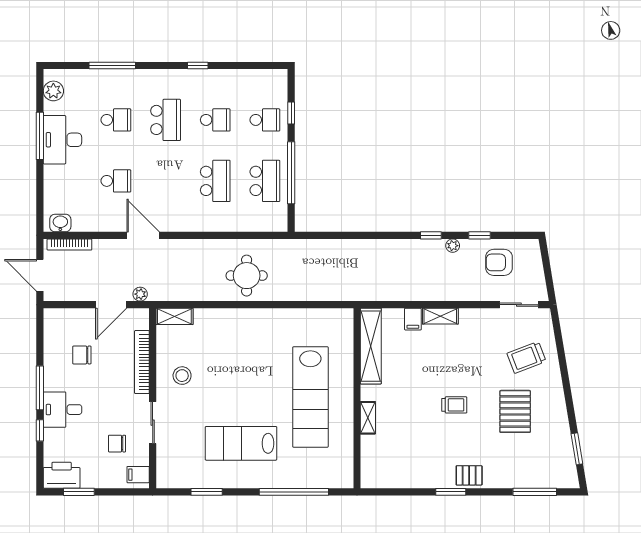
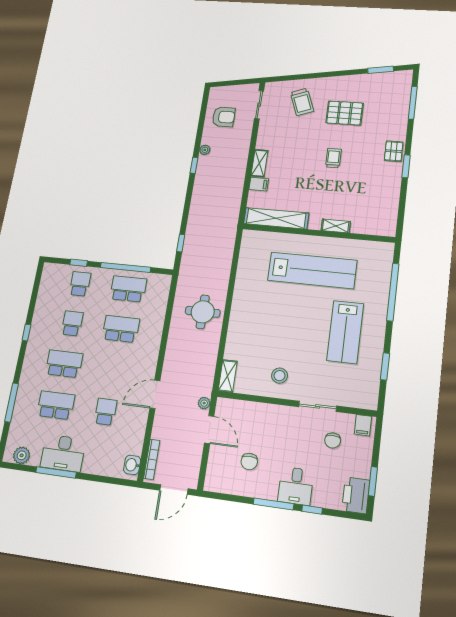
school desk: (116, 120) -> (56, 405), width x1.85
window: (479, 235) -> (181, 243), moved
armchair: (499, 262) -> (224, 117), turned -90
bookcase: (142, 362) -> (263, 409), removed

